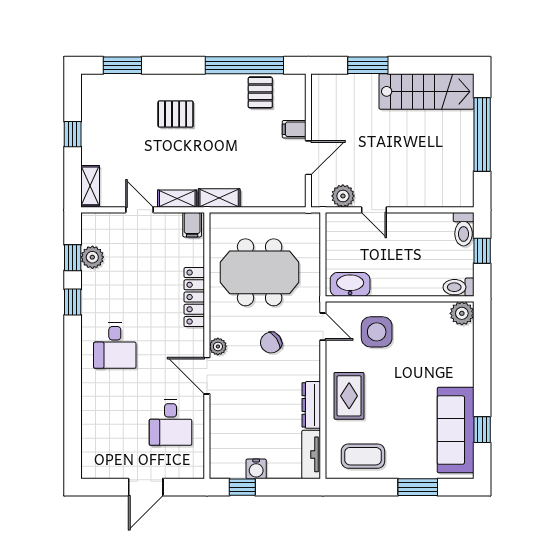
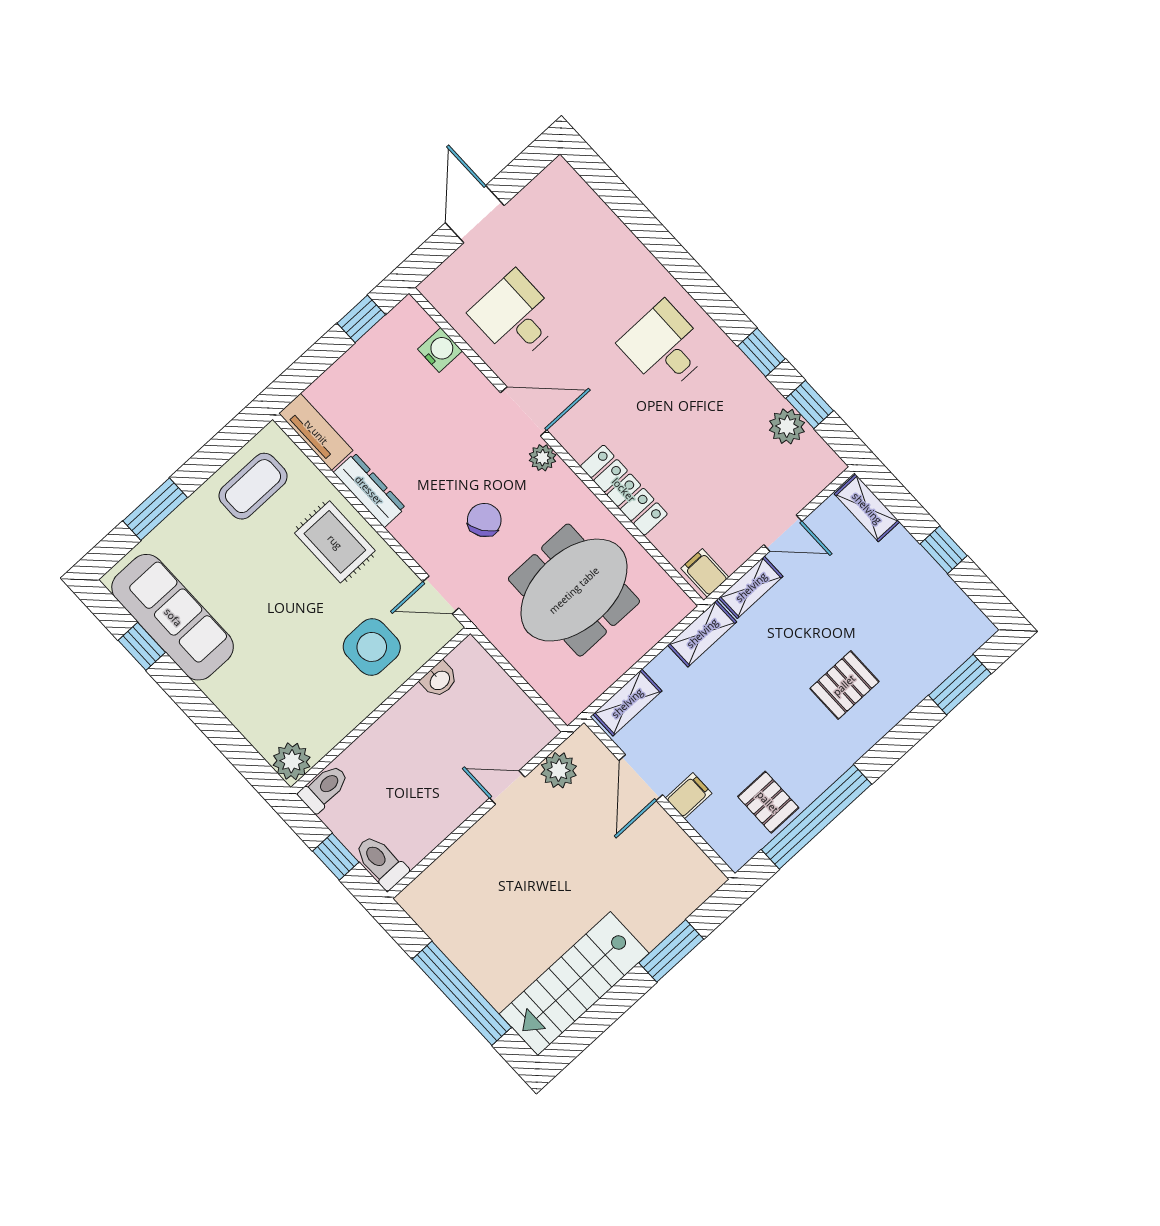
shelving: (283, 198) -> (627, 703), added
washbasin: (350, 284) -> (439, 680), width x0.52, depth x0.69
water cooler: (256, 469) -> (440, 350), moved, turned 90

